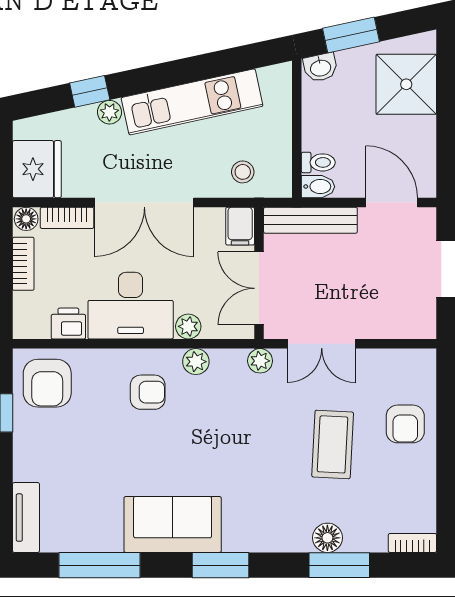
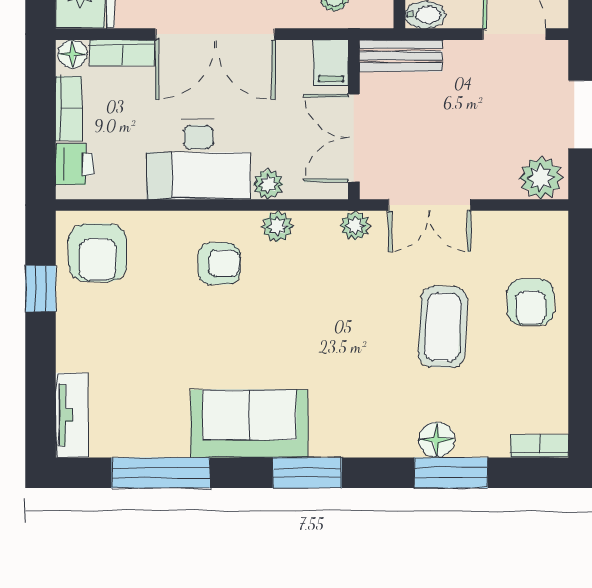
bench: (310, 220) -> (401, 56), width x0.73
plant: (414, 321) -> (541, 178), added
printer: (68, 324) -> (75, 164), moved, turned 90

